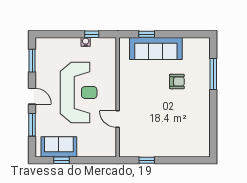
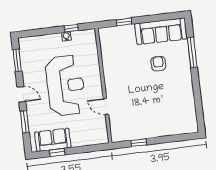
sofa: (156, 48) -> (161, 31), moved
armchair: (177, 81) -> (158, 64), turned -90

